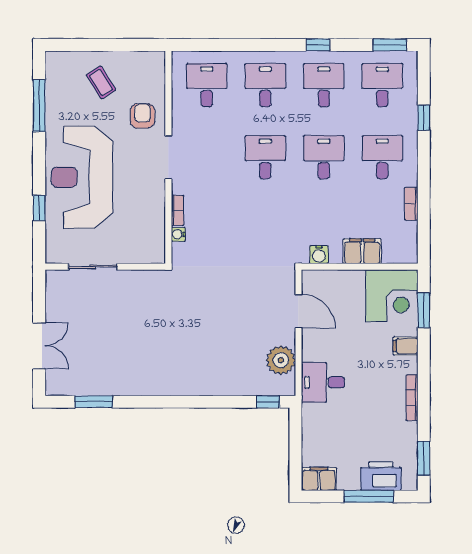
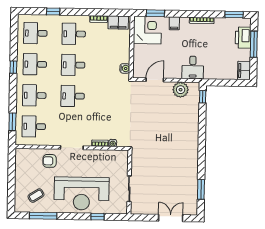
window: (390, 45) -> (12, 122), moved
coffee table: (101, 82) -> (36, 196), moved
filing cabinet: (362, 251) -> (118, 22), moved, turned -90

